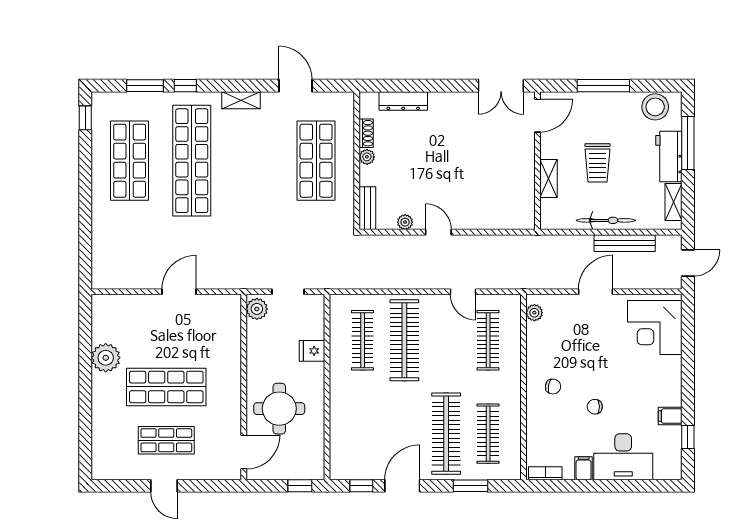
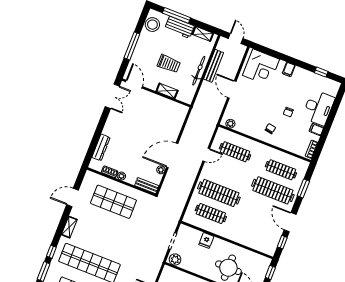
door: (438, 232) -> (172, 155), width x1.88
filing cabinet: (670, 416) -> (289, 69), moved

